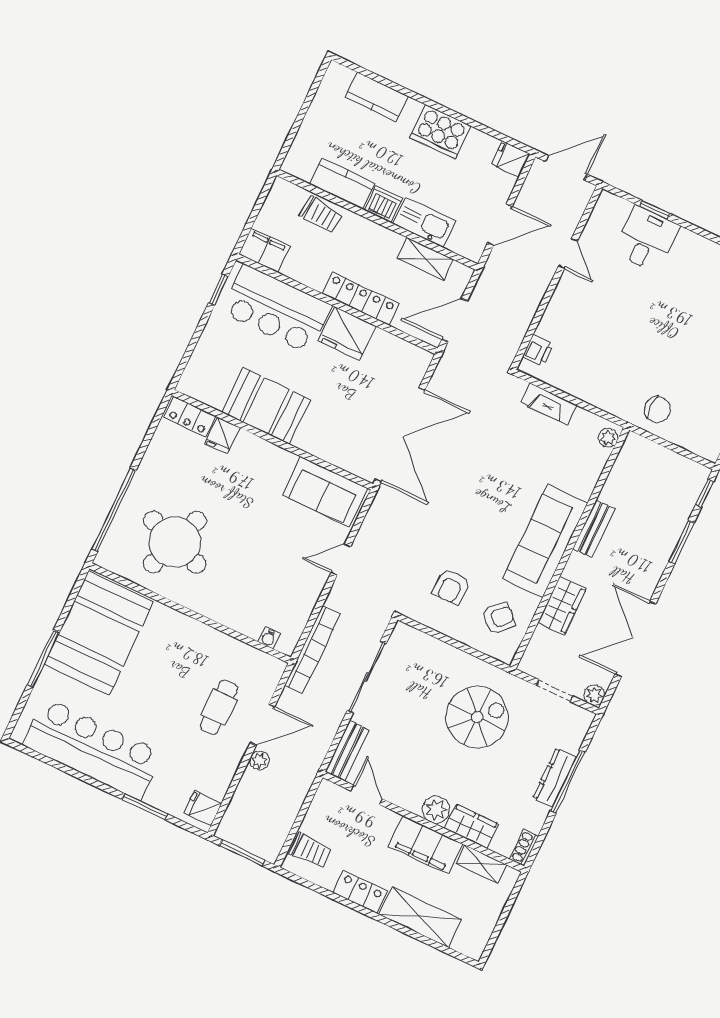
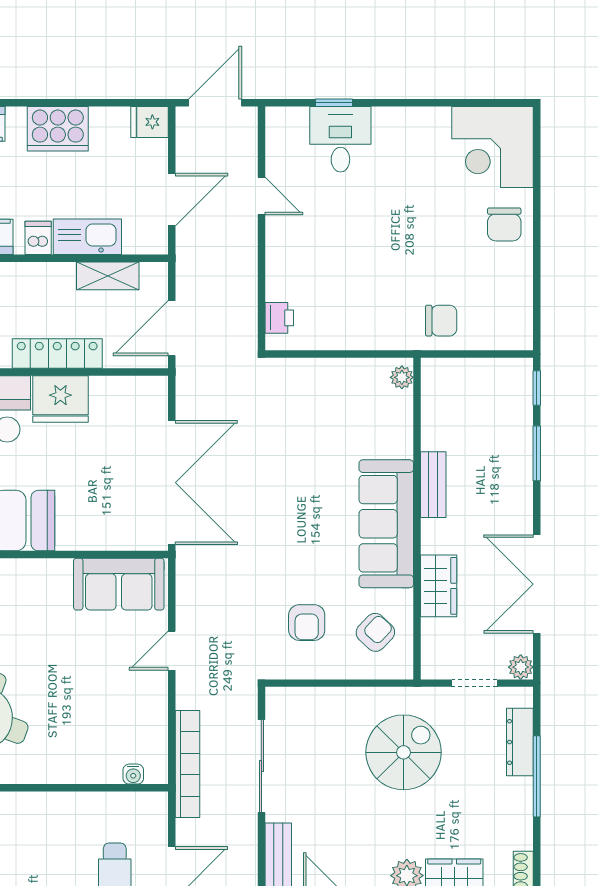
dishwasher: (383, 204) -> (38, 238), width x0.73
fireplace: (549, 404) -> (319, 371), removed
dresser: (554, 777) -> (520, 742), moved

